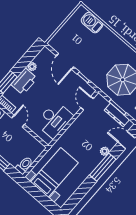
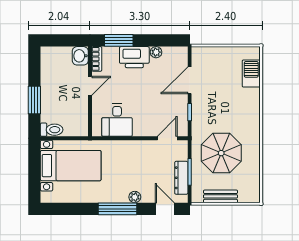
desk: (54, 120) -> (117, 120), width x0.73

